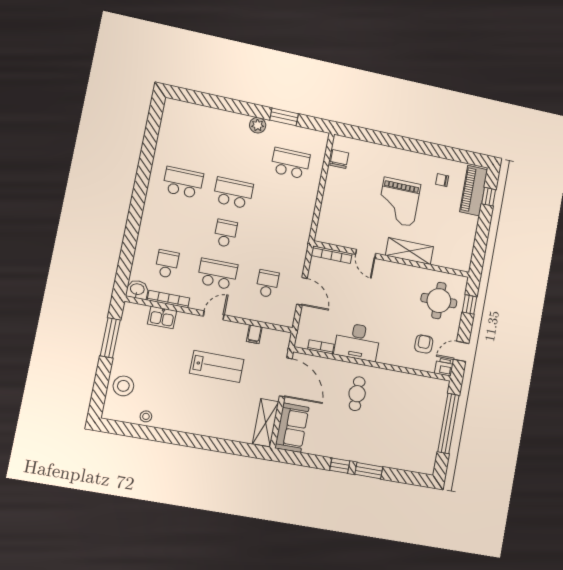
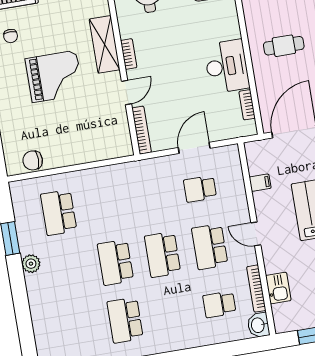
school desk: (225, 233) -> (163, 255), width x1.85
bookcase: (395, 267) -> (129, 54), added

